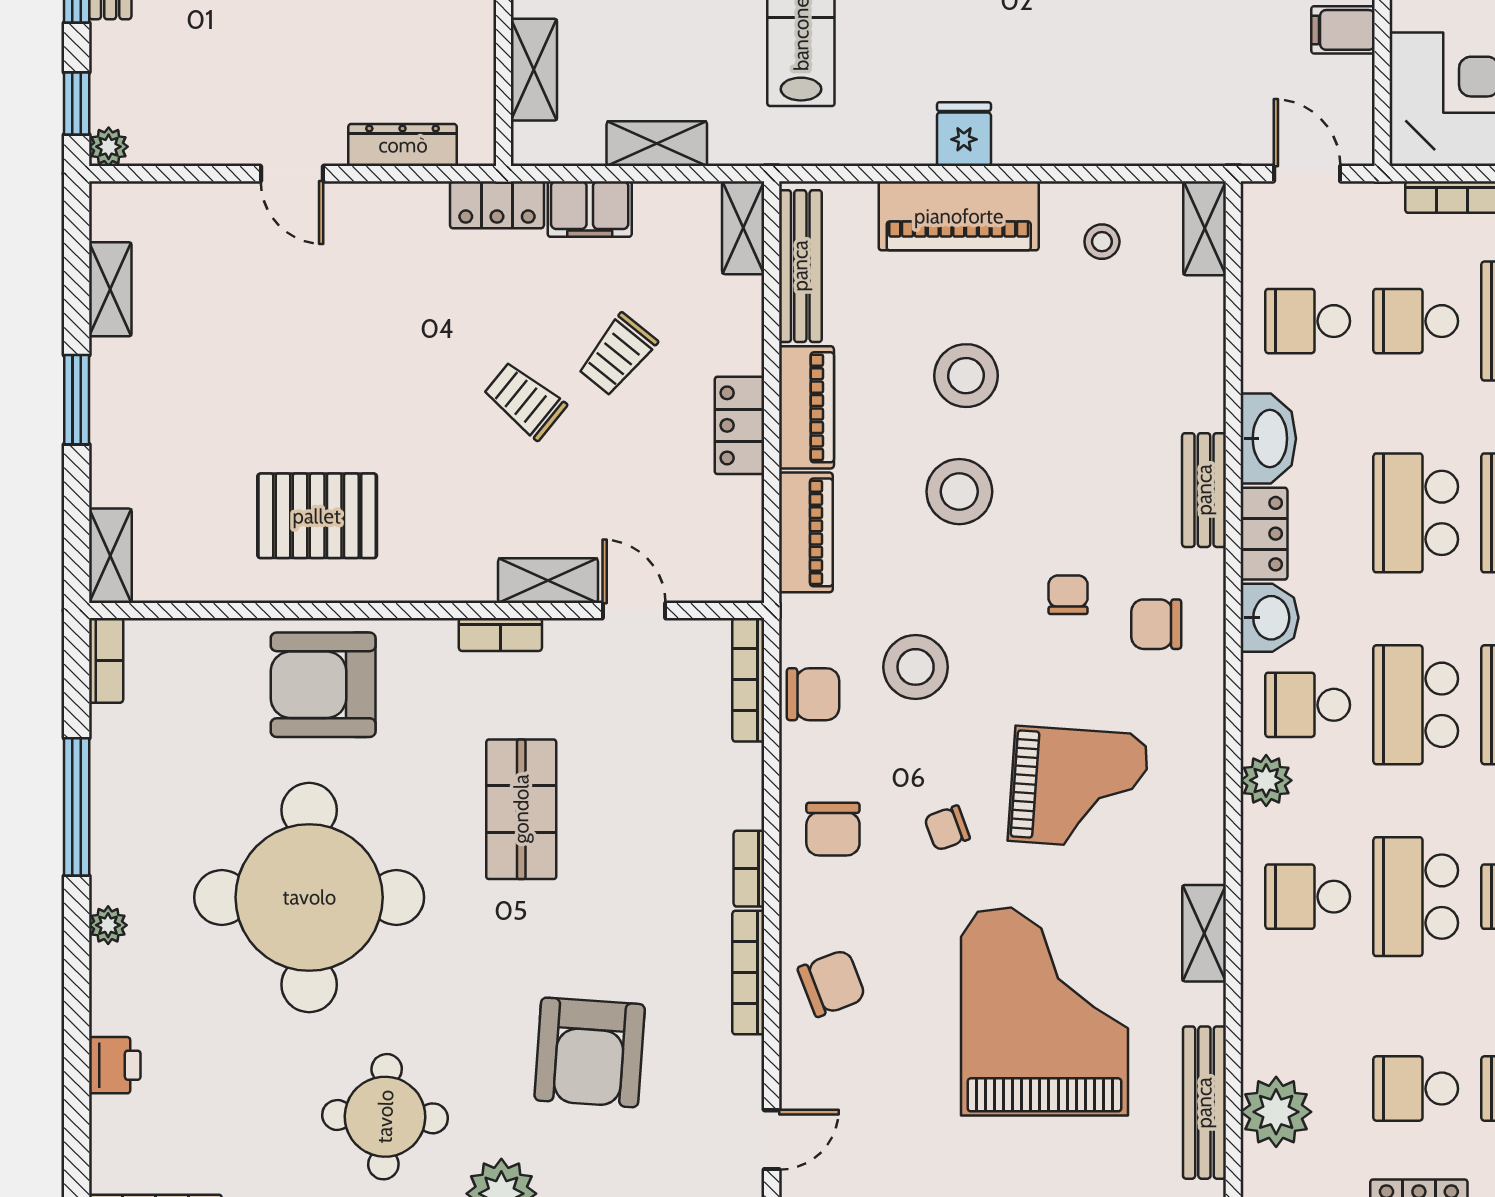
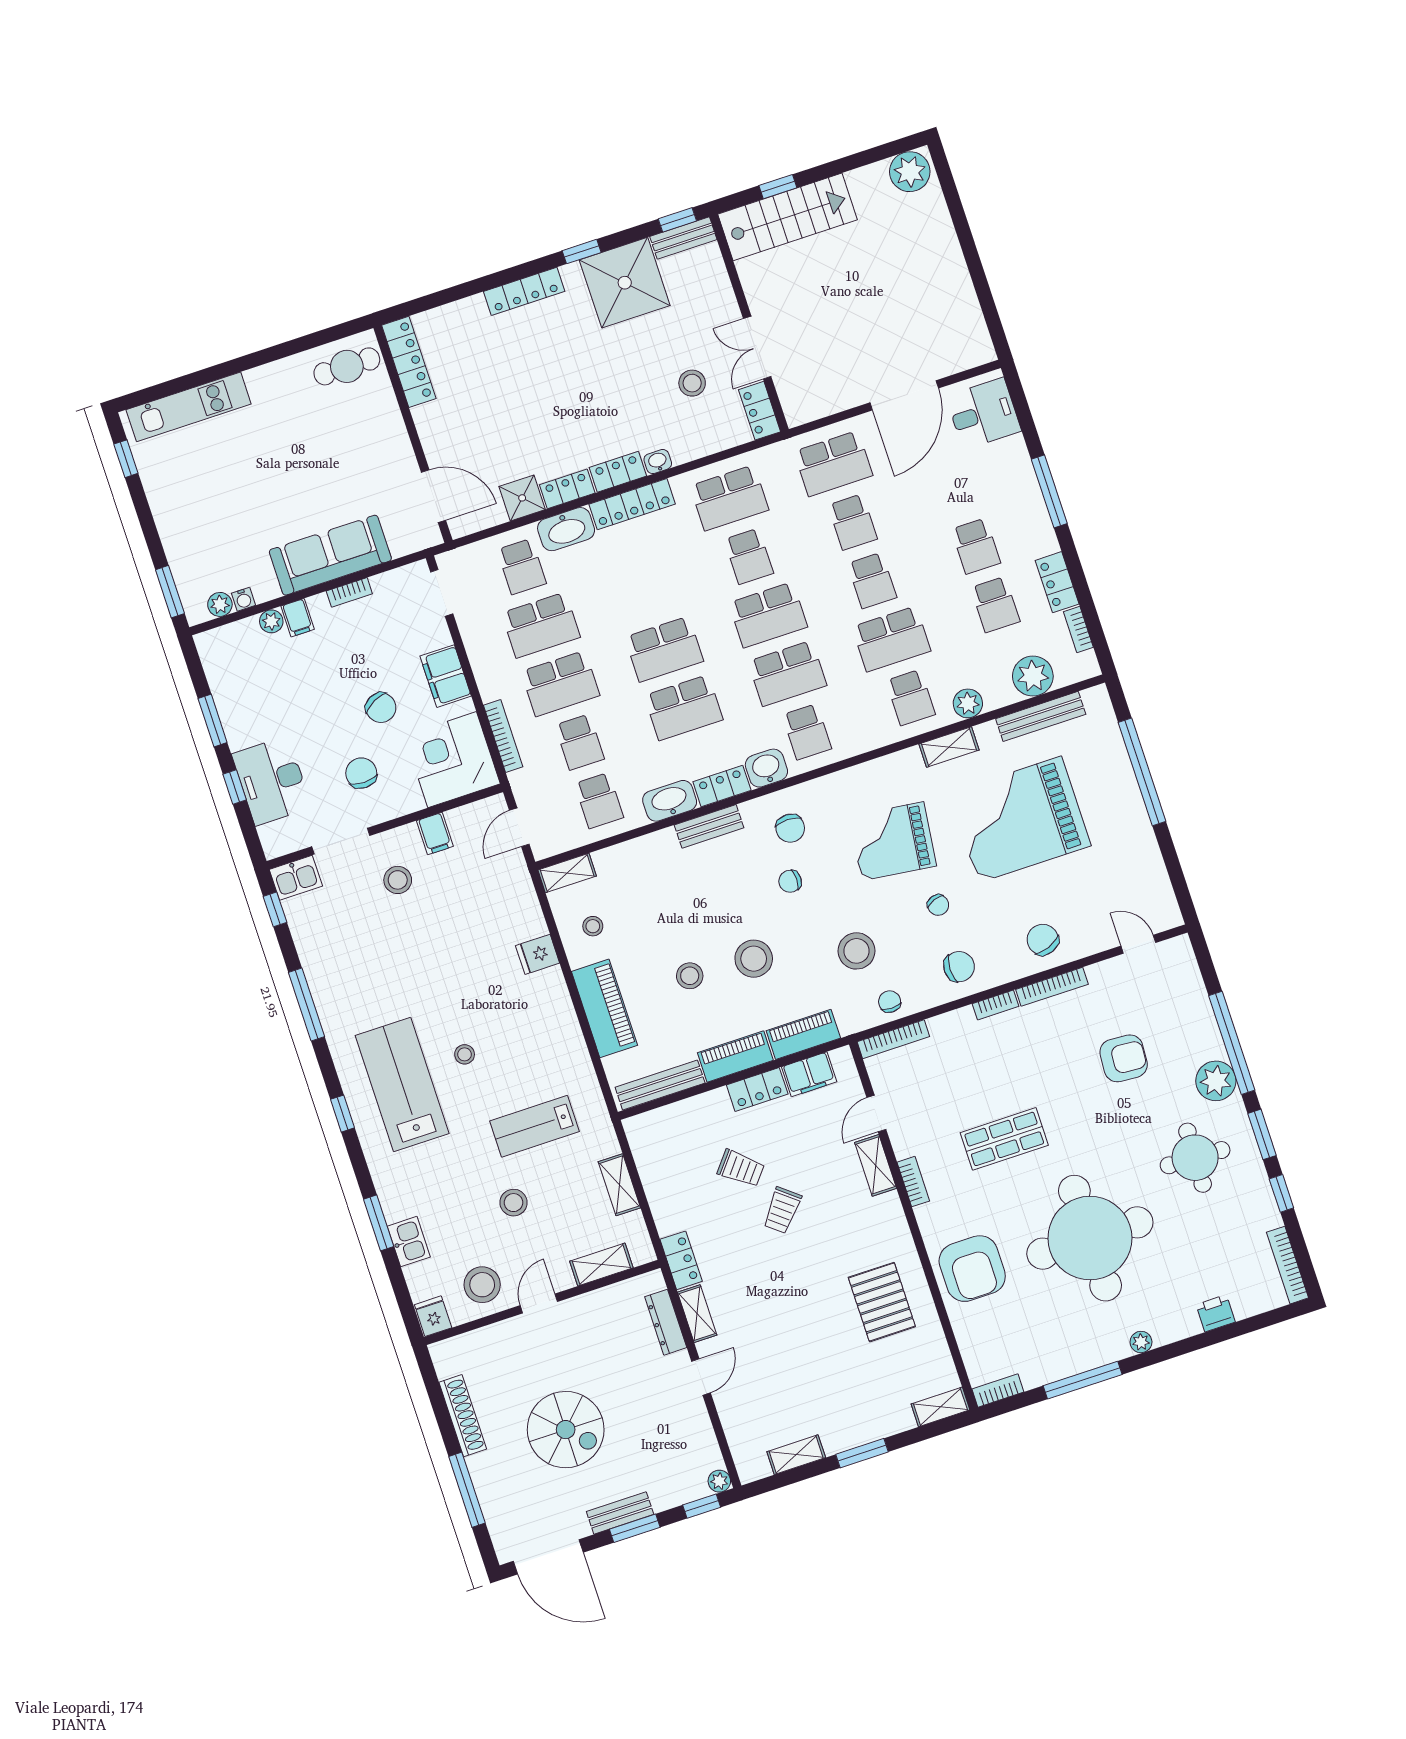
fridge: (964, 134) -> (538, 954), moved
filing cabinet: (590, 209) -> (809, 1074), moved, turned 90
shelving: (743, 228) -> (697, 1314), moved, turned 90
stool: (966, 376) -> (690, 976), width x0.73, depth x0.73
chair: (813, 694) -> (890, 1002), width x0.73, depth x0.73
plant: (1266, 780) -> (968, 703), moved
grand piano: (1078, 788) -> (893, 841), turned -87
armchair: (590, 1052) -> (1124, 1058), width x0.73, depth x0.73

